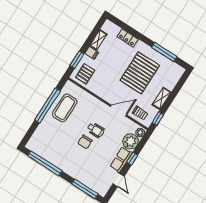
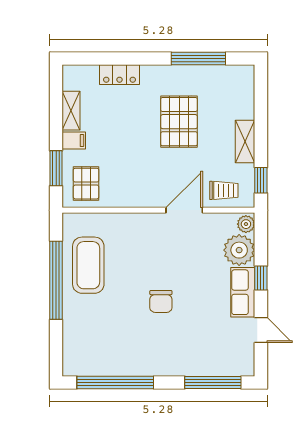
pallet: (140, 73) -> (179, 122), width x0.73, depth x0.71
wheelchair: (96, 130) -> (166, 269), removed

